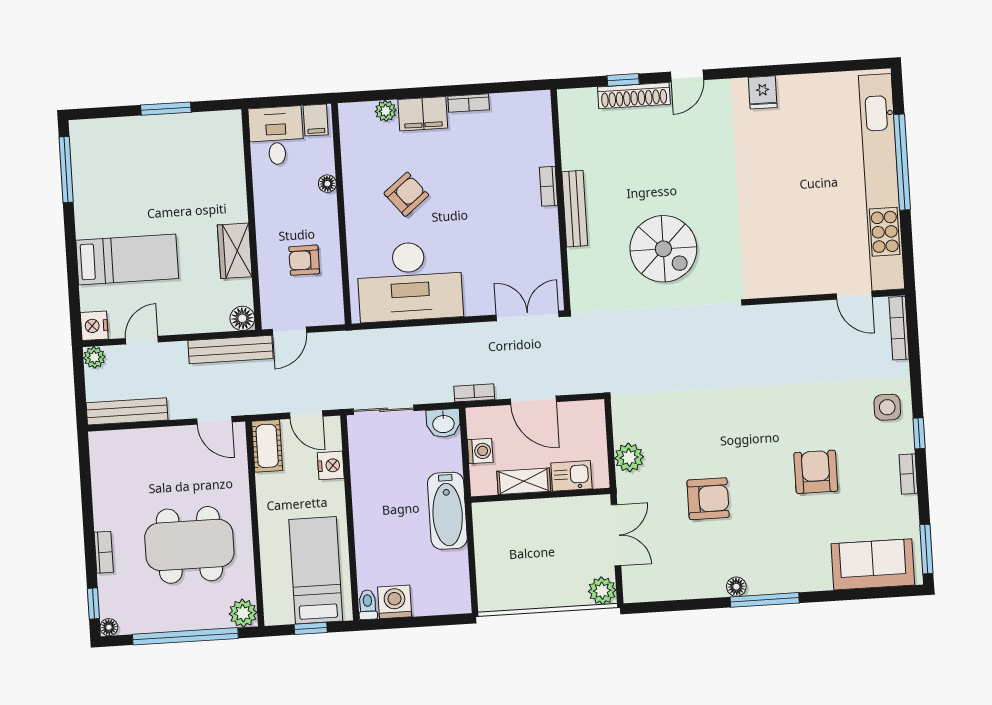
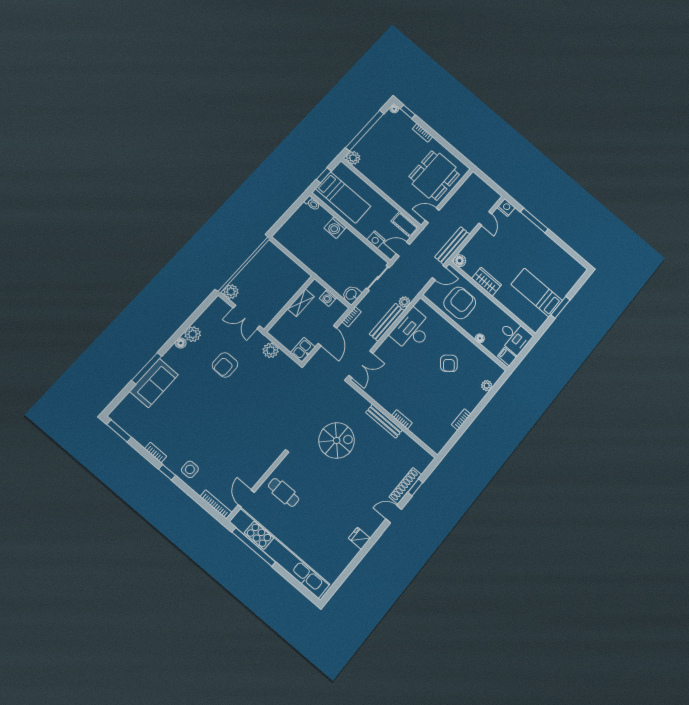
door: (687, 76) -> (394, 514), hinge flipped
filing cabinet: (423, 114) -> (473, 398), removed
window: (902, 162) -> (254, 547), moved
window: (66, 170) -> (534, 220), moved
spiral stairs: (663, 249) -> (337, 440), turned 180
cafe table: (799, 253) -> (284, 492), added
bed: (127, 259) -> (537, 293), moved, turned 90
armchair: (304, 260) -> (460, 303), width x1.88, depth x1.88
desk: (410, 281) -> (412, 330), width x0.73, depth x0.77
door: (854, 295) -> (246, 499), hinge flipped
door: (289, 331) -> (439, 273), swing flipped
plant: (94, 357) -> (405, 302), moved
door: (533, 400) -> (327, 336), swing flipped
bench: (127, 411) -> (387, 322), moved
armchair: (816, 472) -> (193, 417), removed
kitchen sink: (571, 476) -> (303, 350), moved, turned 180
bathtub: (447, 511) -> (318, 265), removed
dining table: (189, 545) -> (434, 176), moved
sofa: (873, 564) -> (154, 383), moved
plant: (709, 583) -> (193, 334), added
window: (765, 600) -> (147, 368), moved
washing machine: (395, 602) -> (335, 228), moved, turned 90

